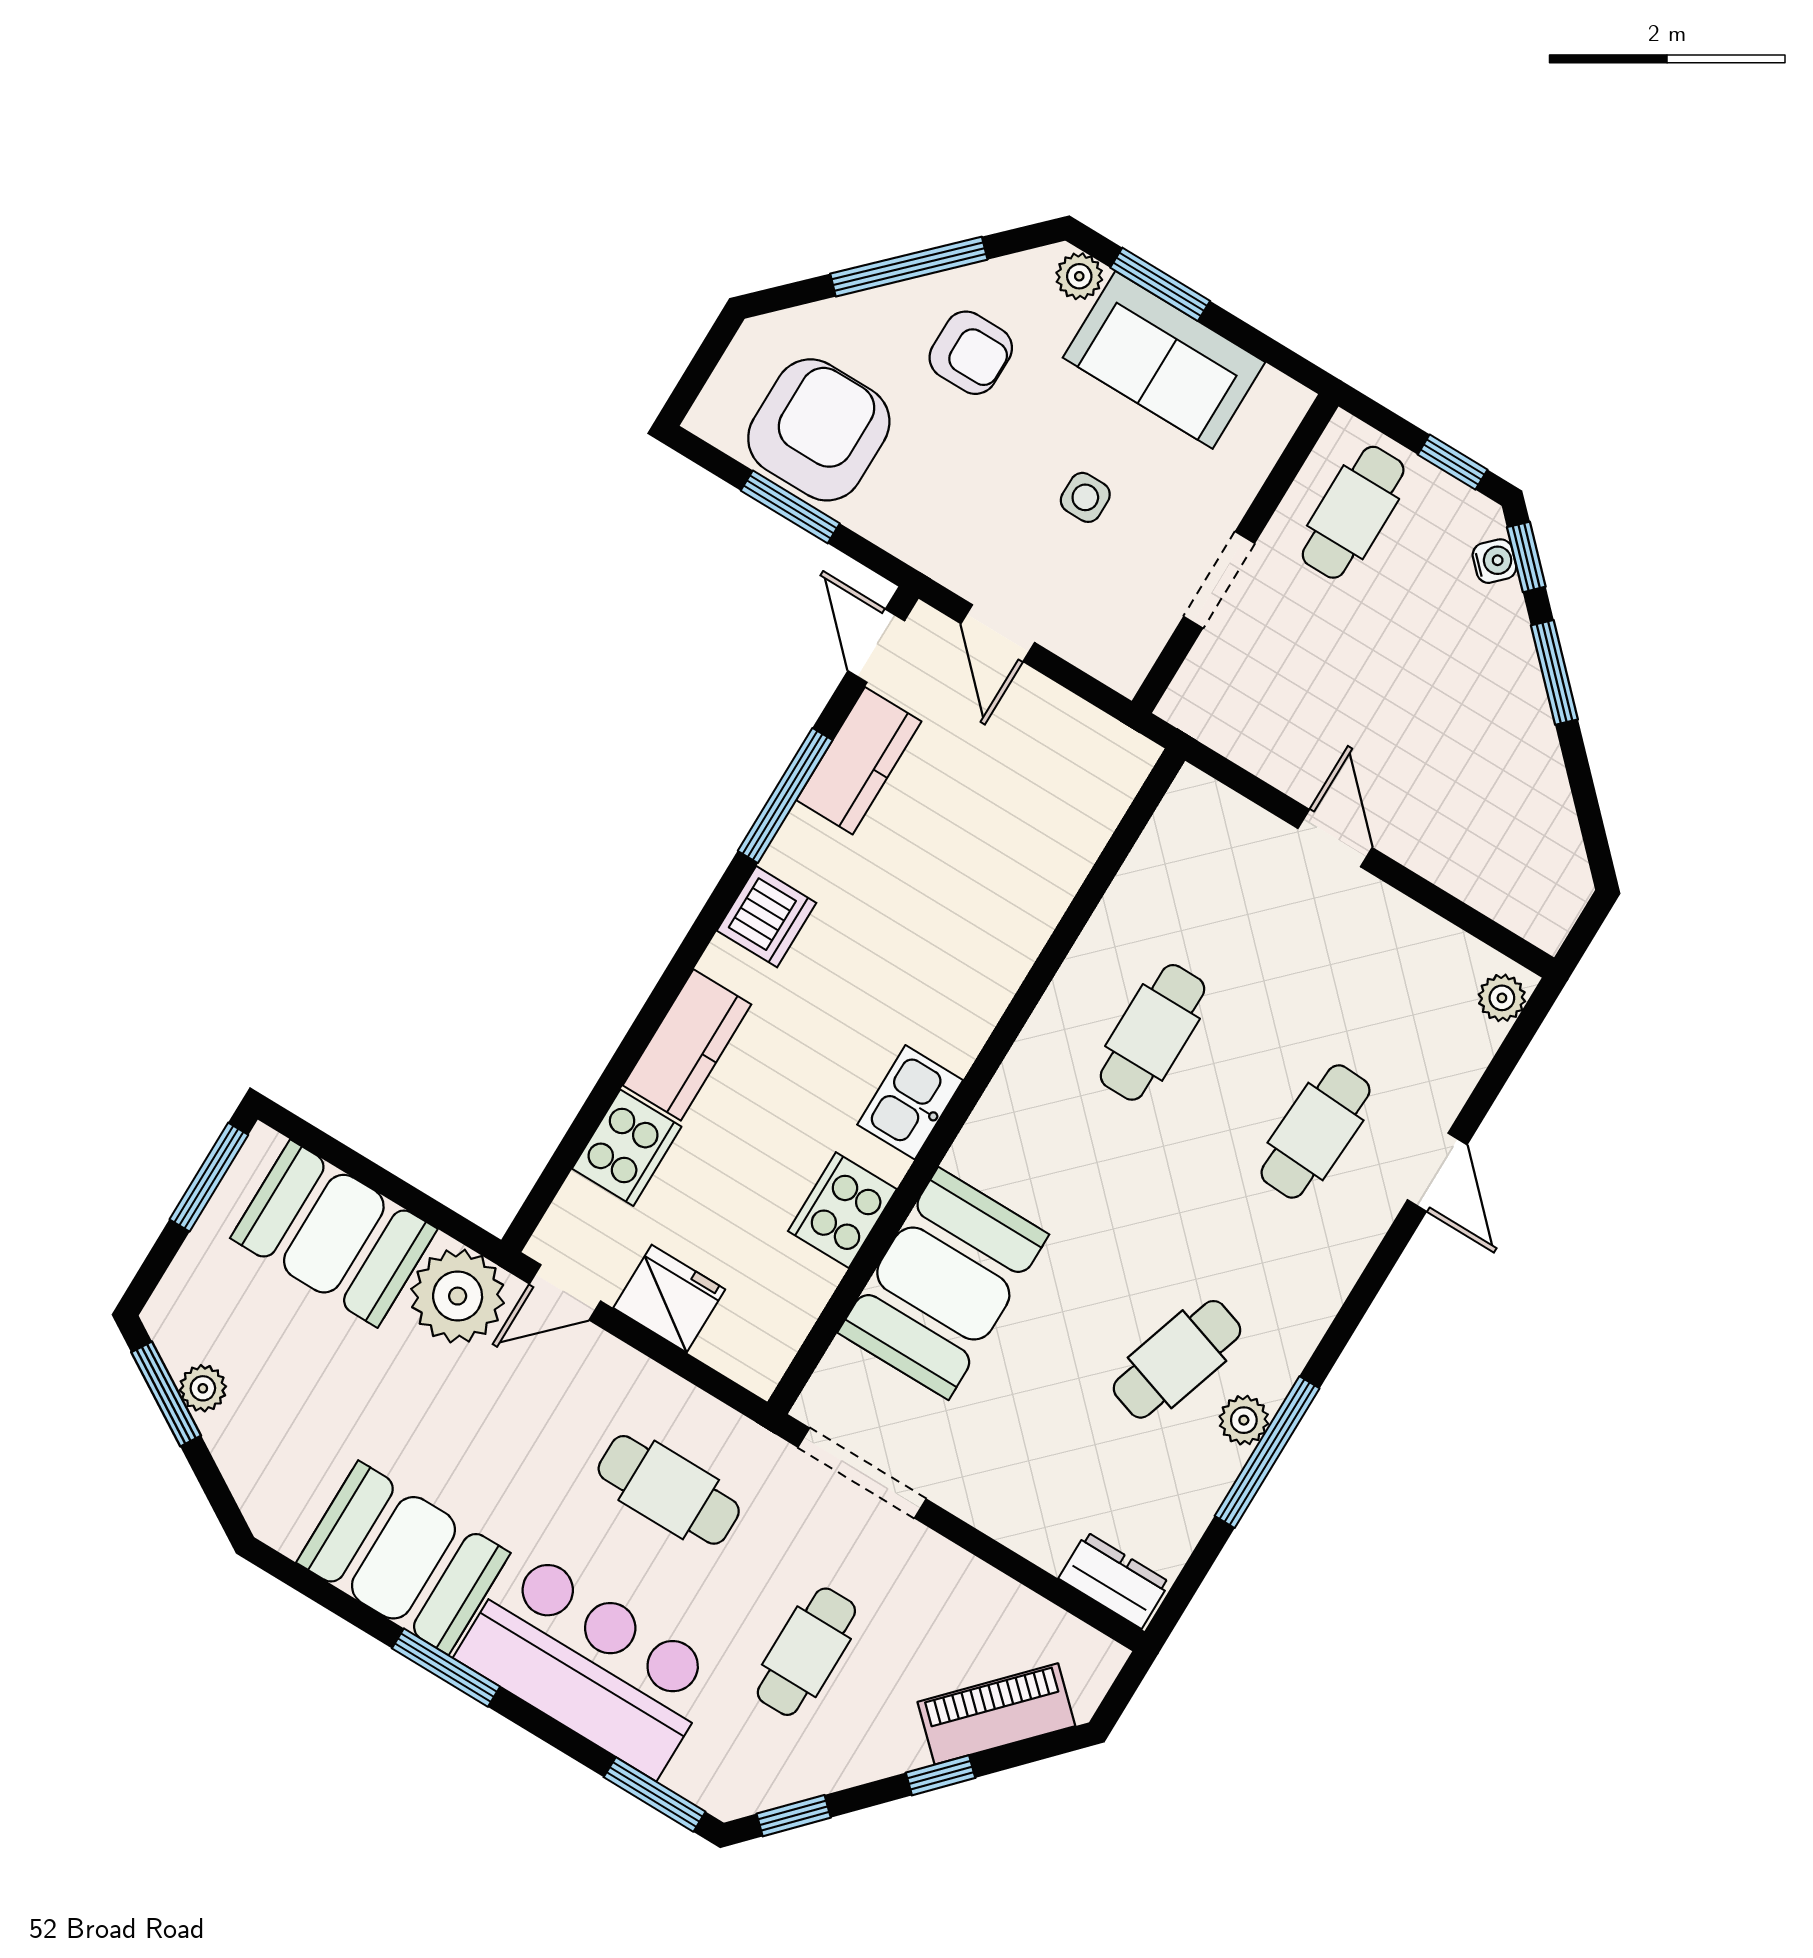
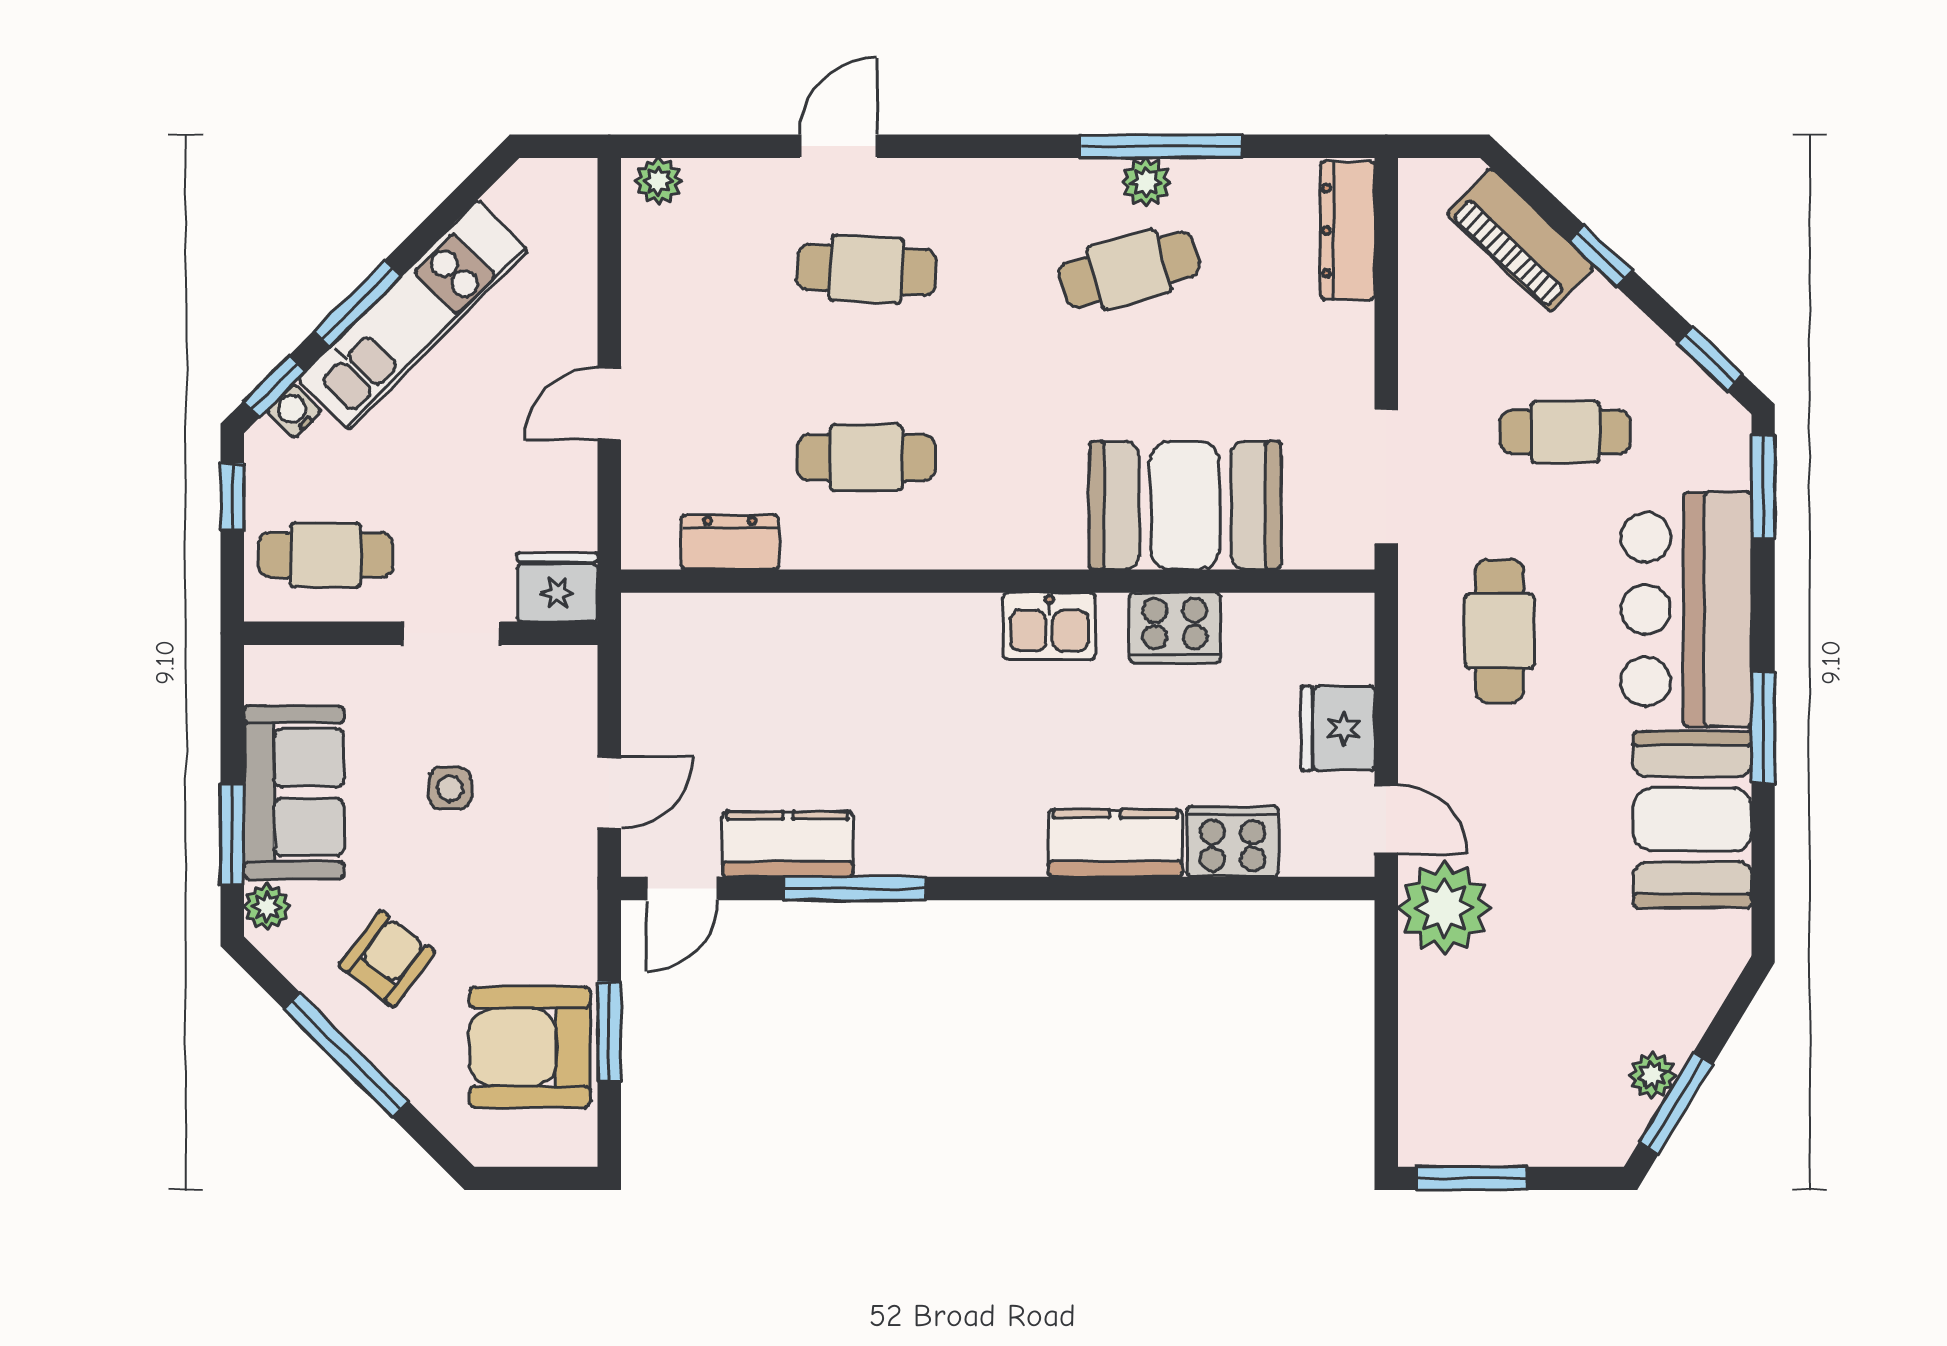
armchair: (971, 353) -> (387, 959), turned 37
fridge: (1203, 696) -> (557, 587), added
kitchen unit: (1515, 715) -> (413, 315), added
dresser: (1151, 870) -> (730, 542), added
dishwasher: (767, 917) -> (966, 842), removed
booth: (334, 1234) -> (1455, 1044), removed
cafe table: (1177, 1359) -> (1129, 270), turned -33
dresser: (1114, 1580) -> (1348, 231), width x1.44

